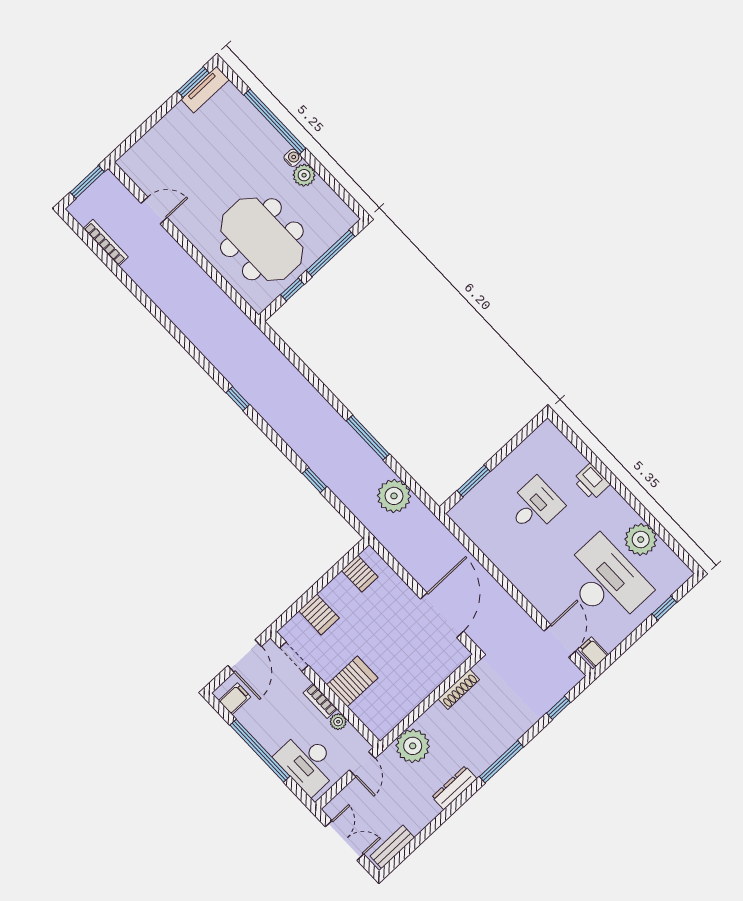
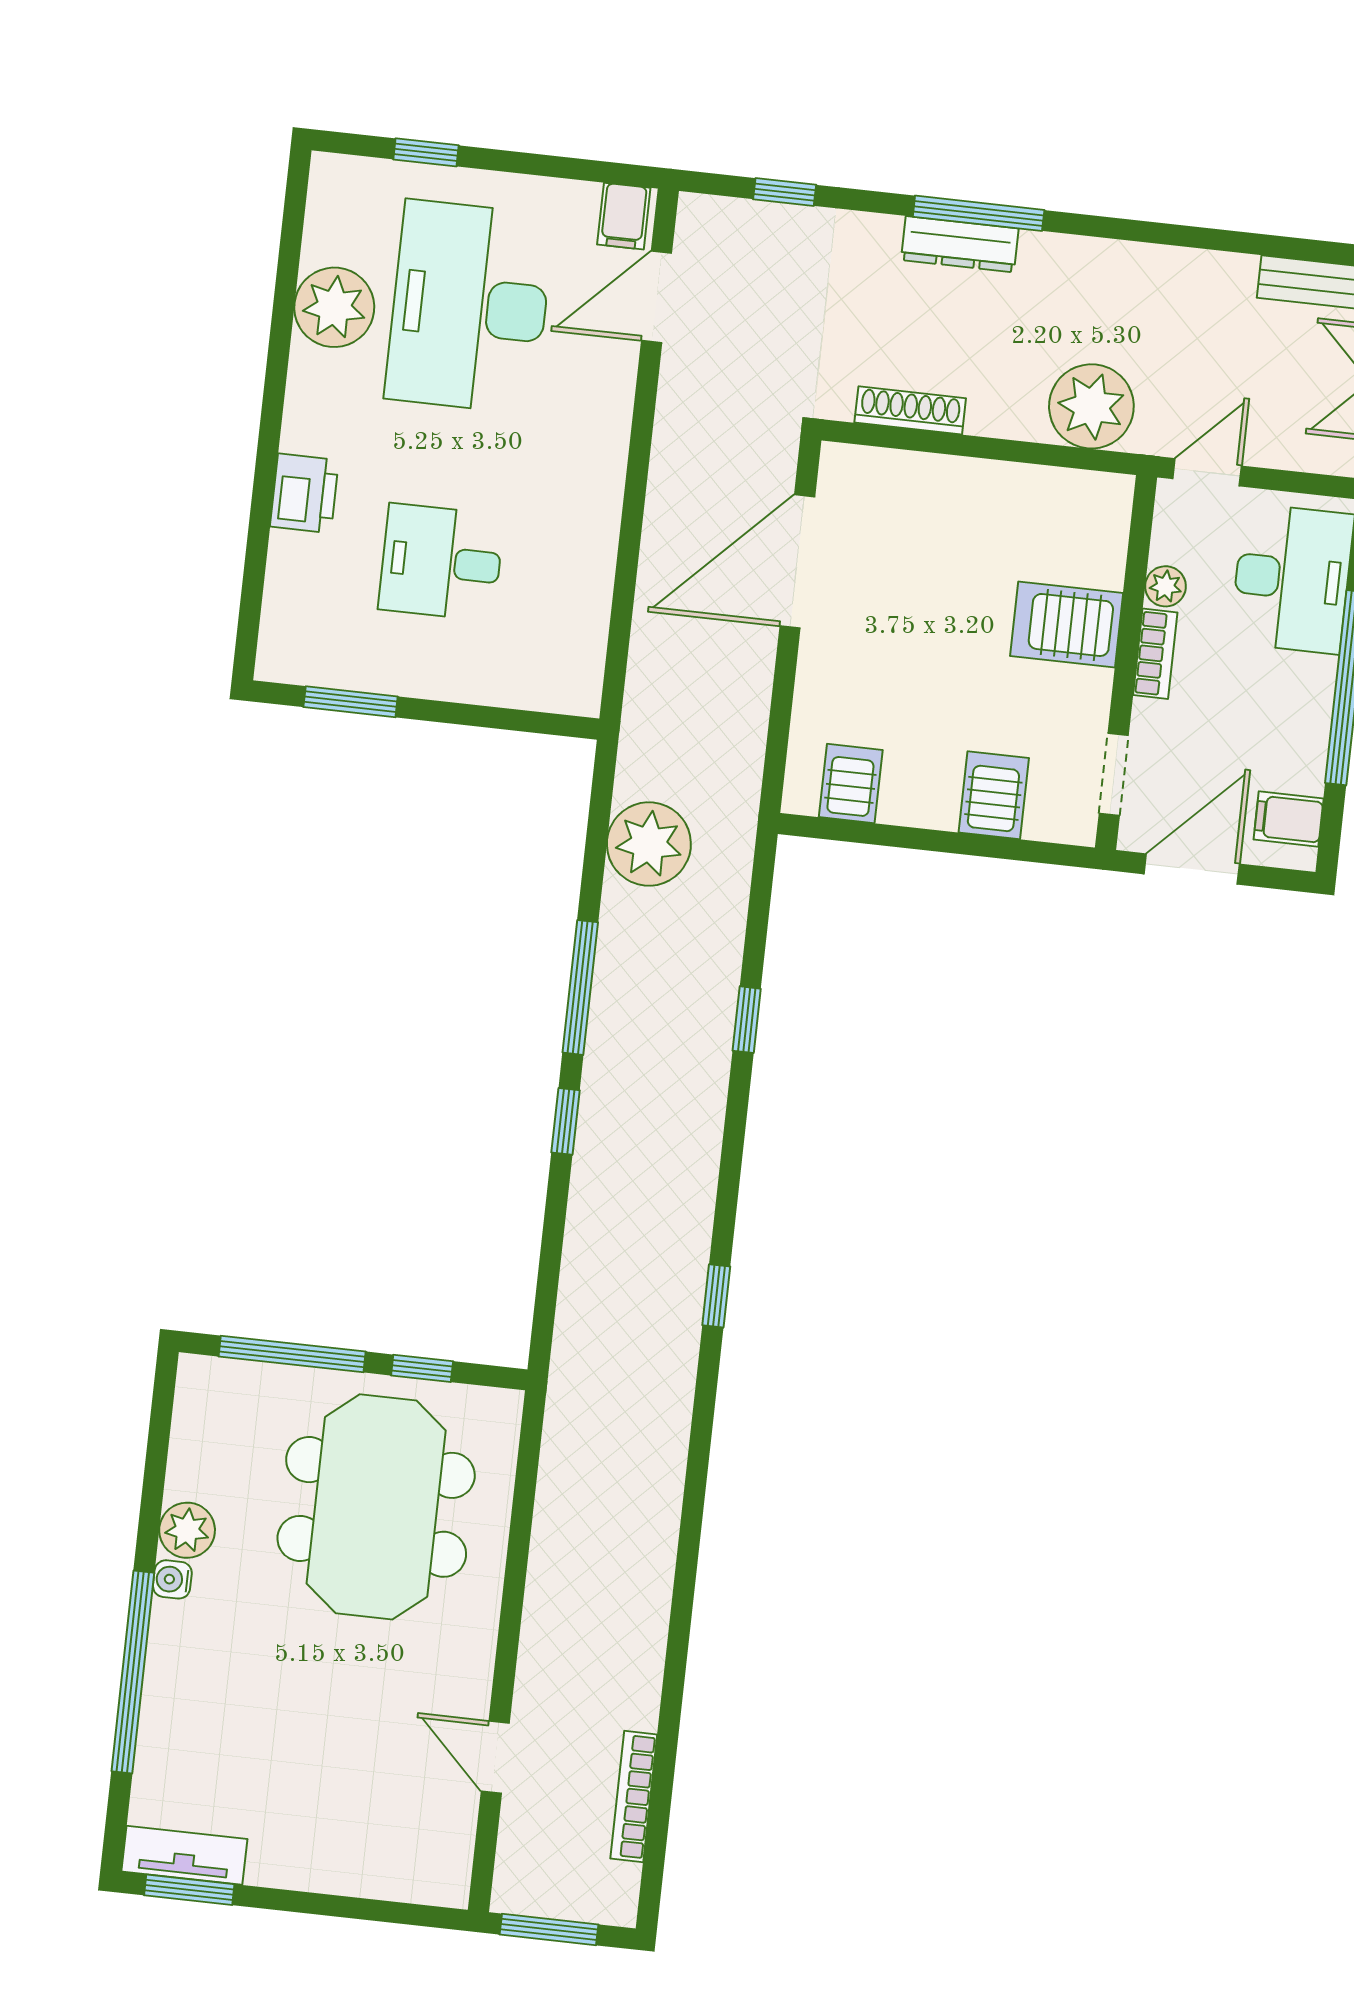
window: (331, 398) -> (565, 1121), added
window: (474, 481) -> (351, 702), moved
dresser: (454, 788) -> (960, 244), moved

